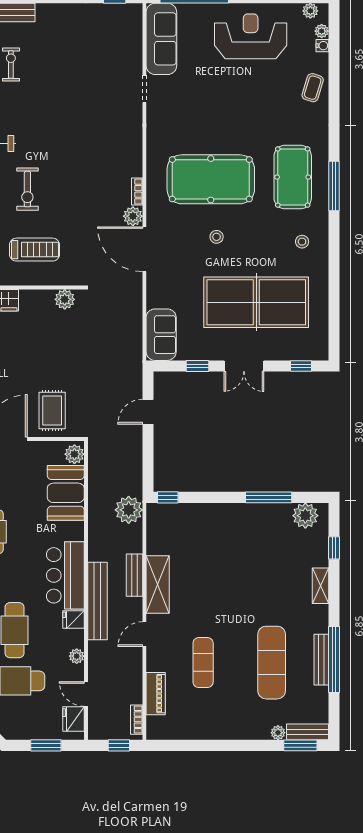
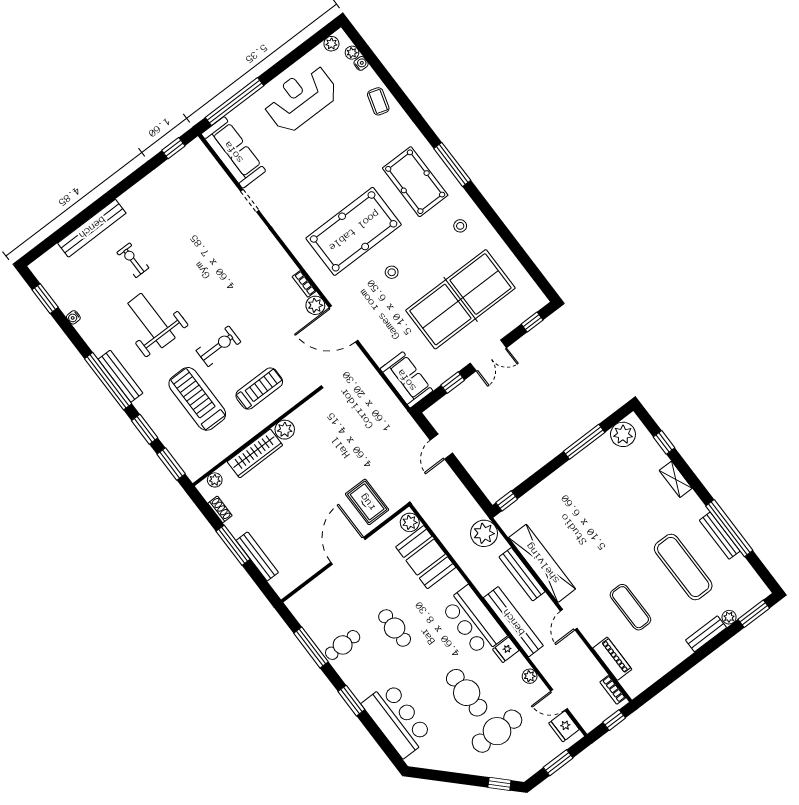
exercise bike: (27, 189) -> (218, 346), turned -90
plant: (65, 299) -> (285, 430), moved
bench: (134, 575) -> (522, 574), width x1.36
shelving: (158, 584) -> (542, 563), width x1.47
bench: (307, 732) -> (706, 634), moved

